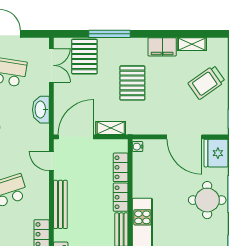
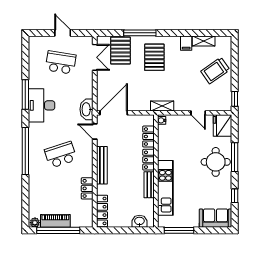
filing cabinet: (162, 47) -> (186, 43), width x0.50
pallet: (132, 83) -> (154, 57), moved
washbasin: (41, 110) -> (87, 109), moved
shelving: (111, 128) -> (162, 106), moved
door: (184, 137) -> (198, 113), width x0.53

